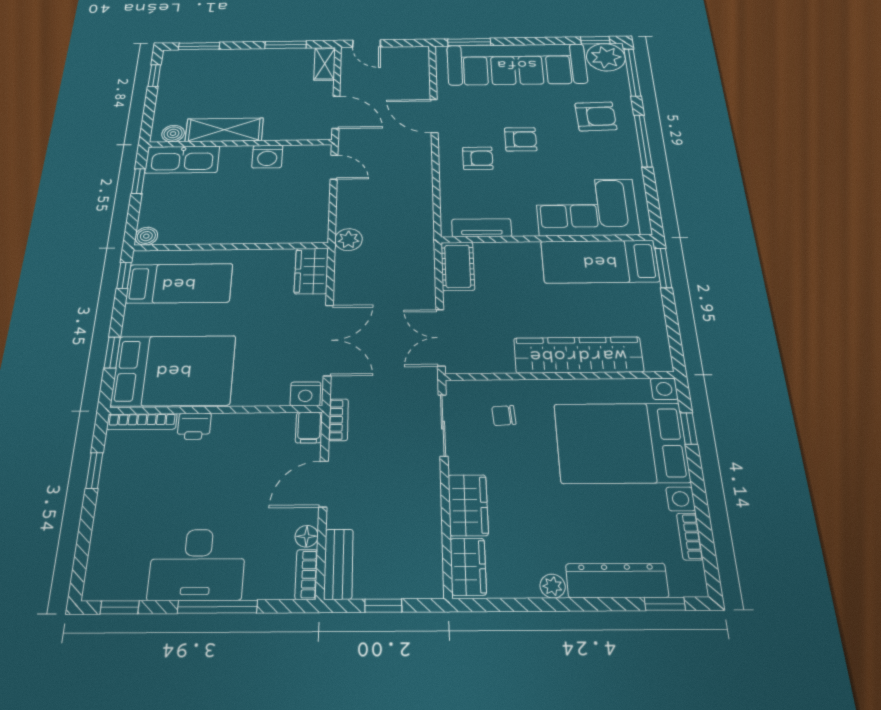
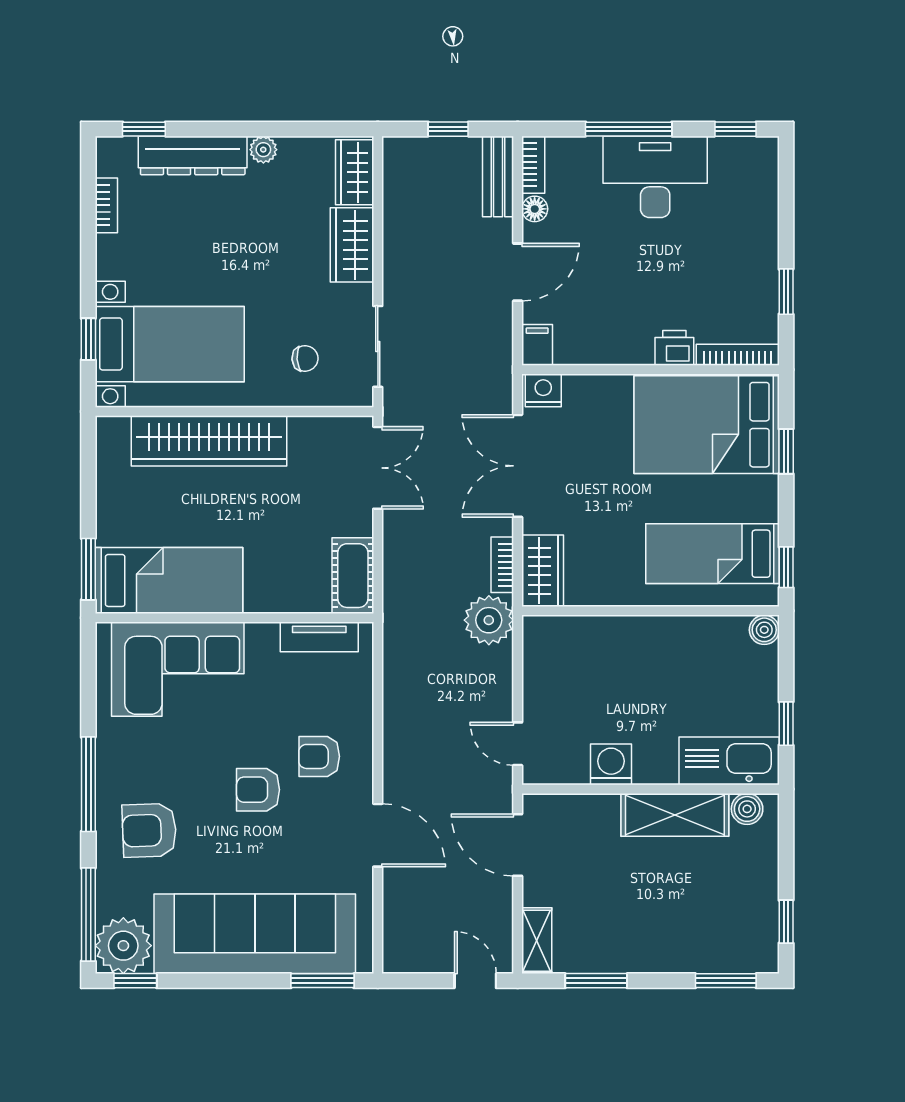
plant: (348, 240) -> (489, 620), width x1.36, depth x1.36
bookcase: (339, 420) -> (502, 565), moved
bed with nightstands: (621, 443) -> (170, 344), width x0.73

